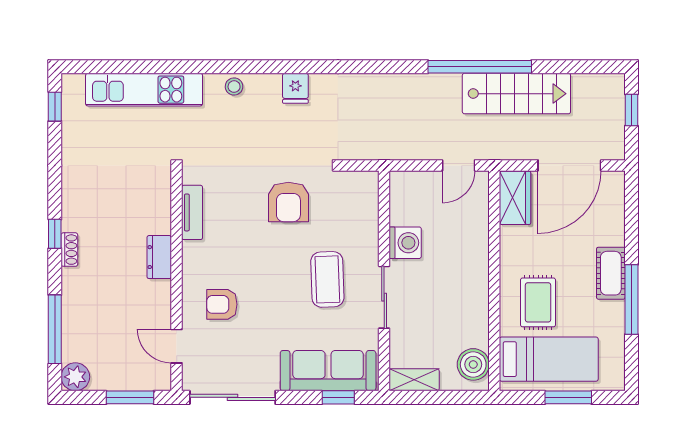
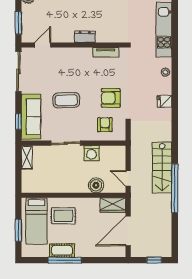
stairs: (516, 94) -> (162, 167), moved
door: (569, 165) -> (128, 231), hinge flipped
cot: (611, 273) -> (62, 250), moved
coffee table: (327, 279) -> (66, 100), moved
armchair: (222, 304) -> (105, 125), moved
boiler: (473, 364) -> (96, 185), moved

